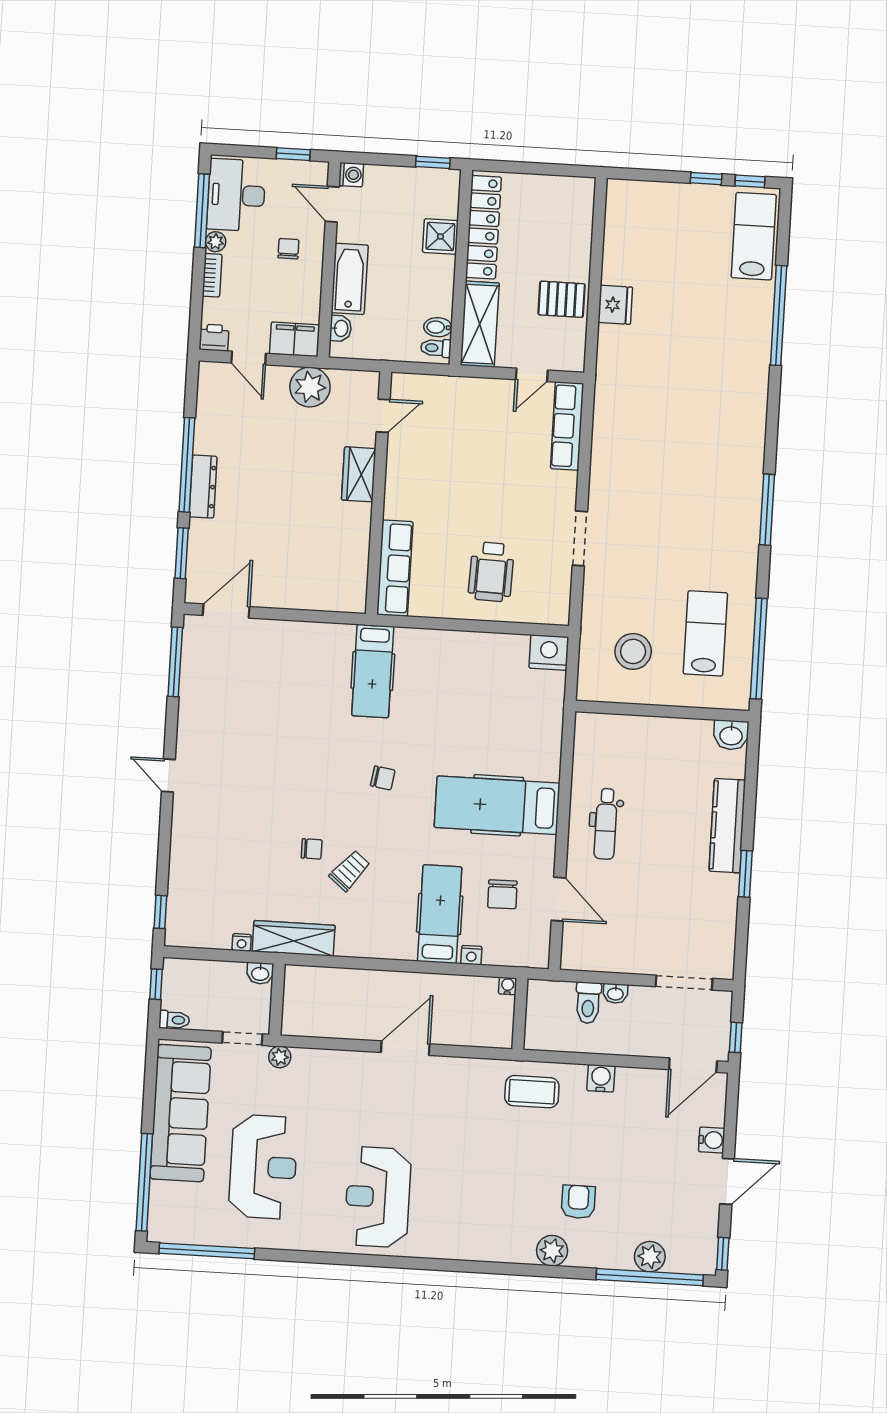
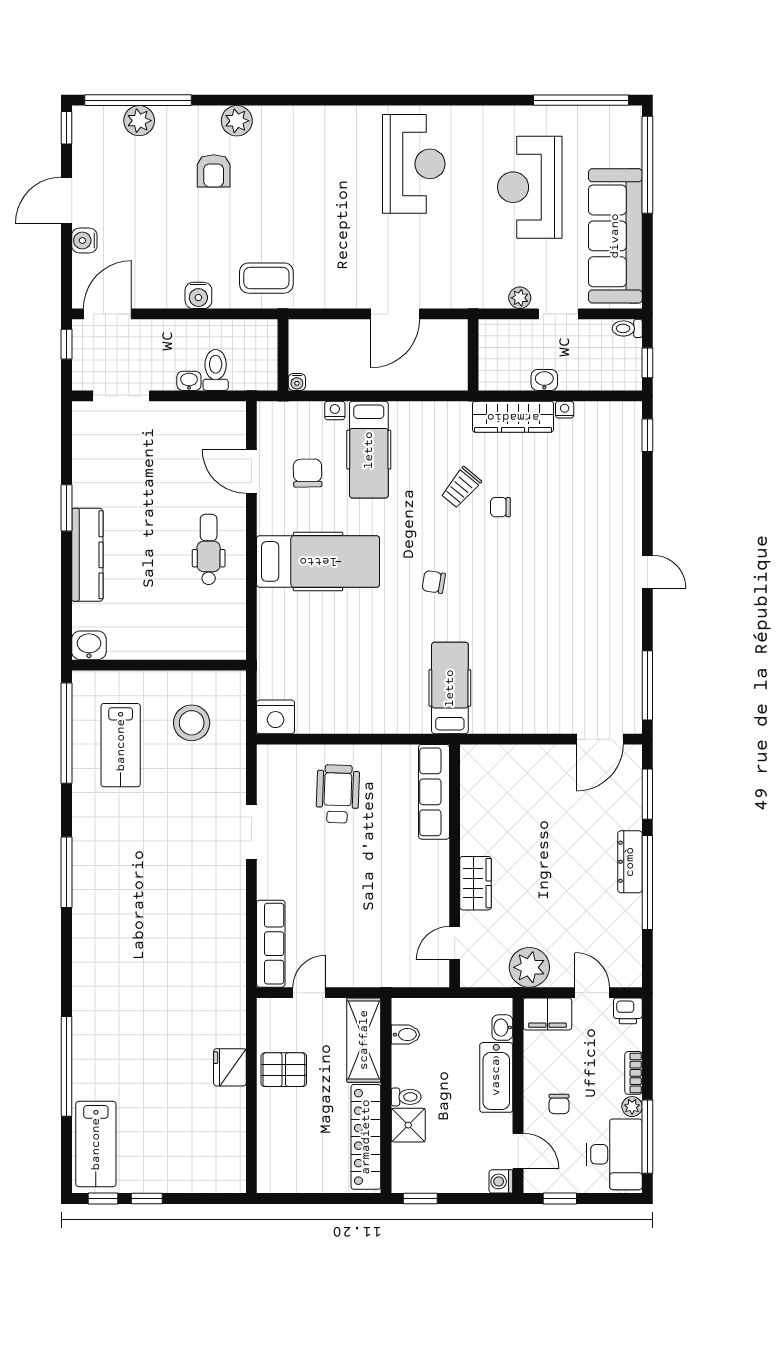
toilet: (436, 348) -> (406, 1097), moved
wall: (277, 999) -> (473, 355), moved

